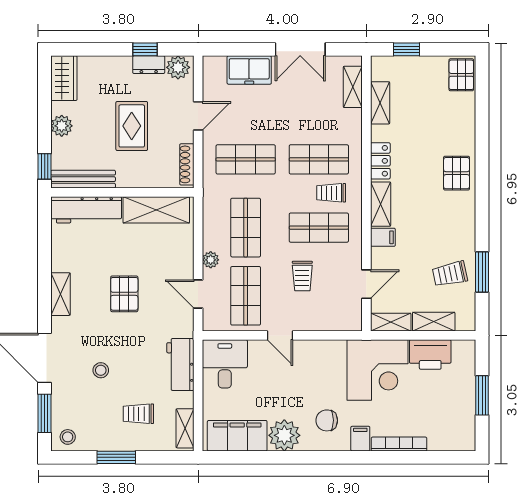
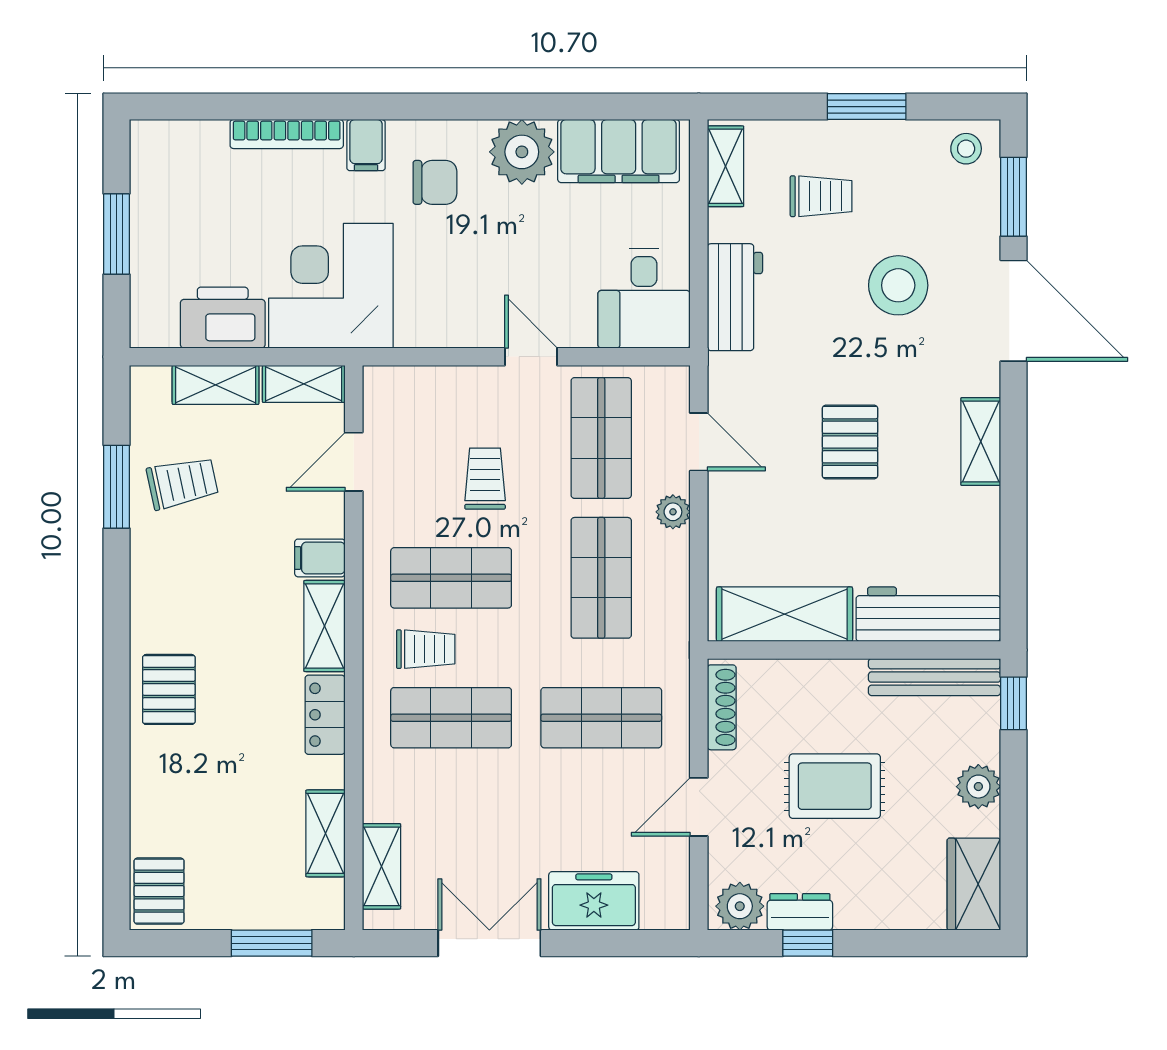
window: (406, 49) -> (272, 943), width x1.50
rug: (132, 126) -> (835, 786), turned 90
stool: (101, 370) -> (898, 285), width x1.89, depth x1.89

